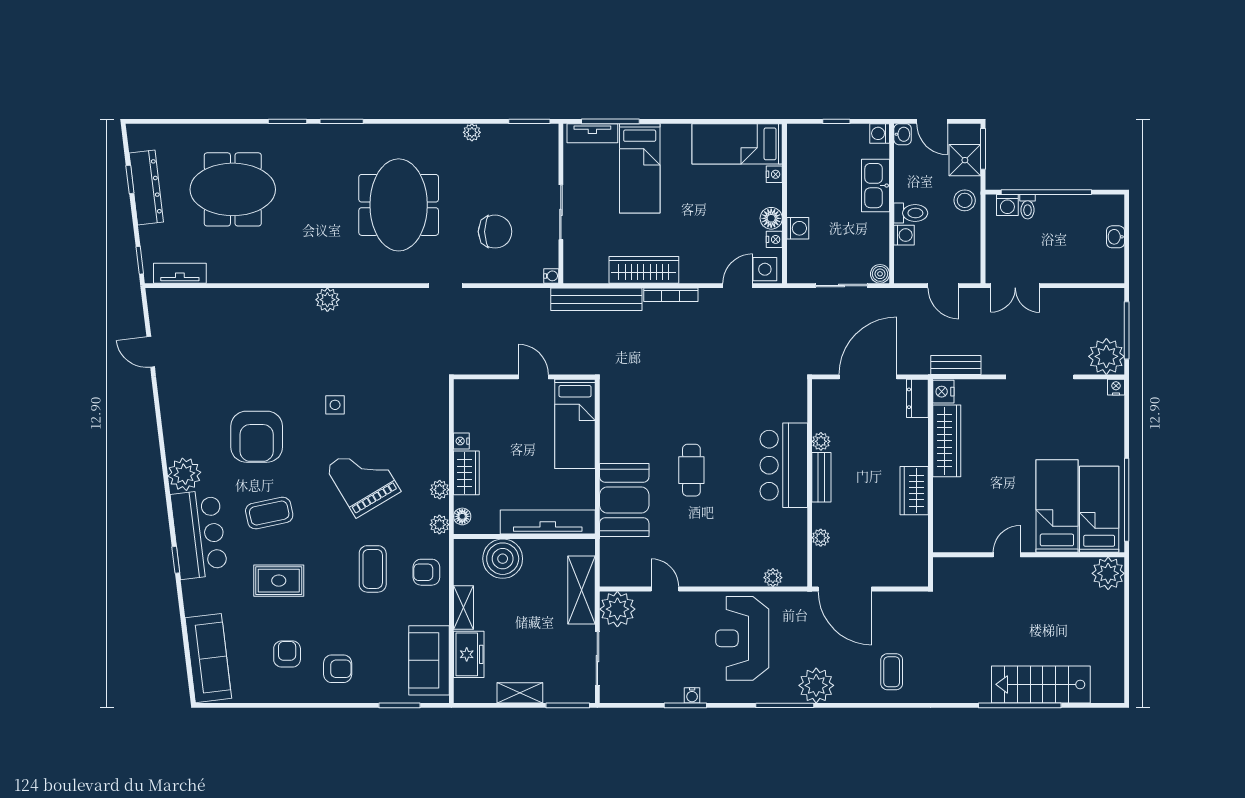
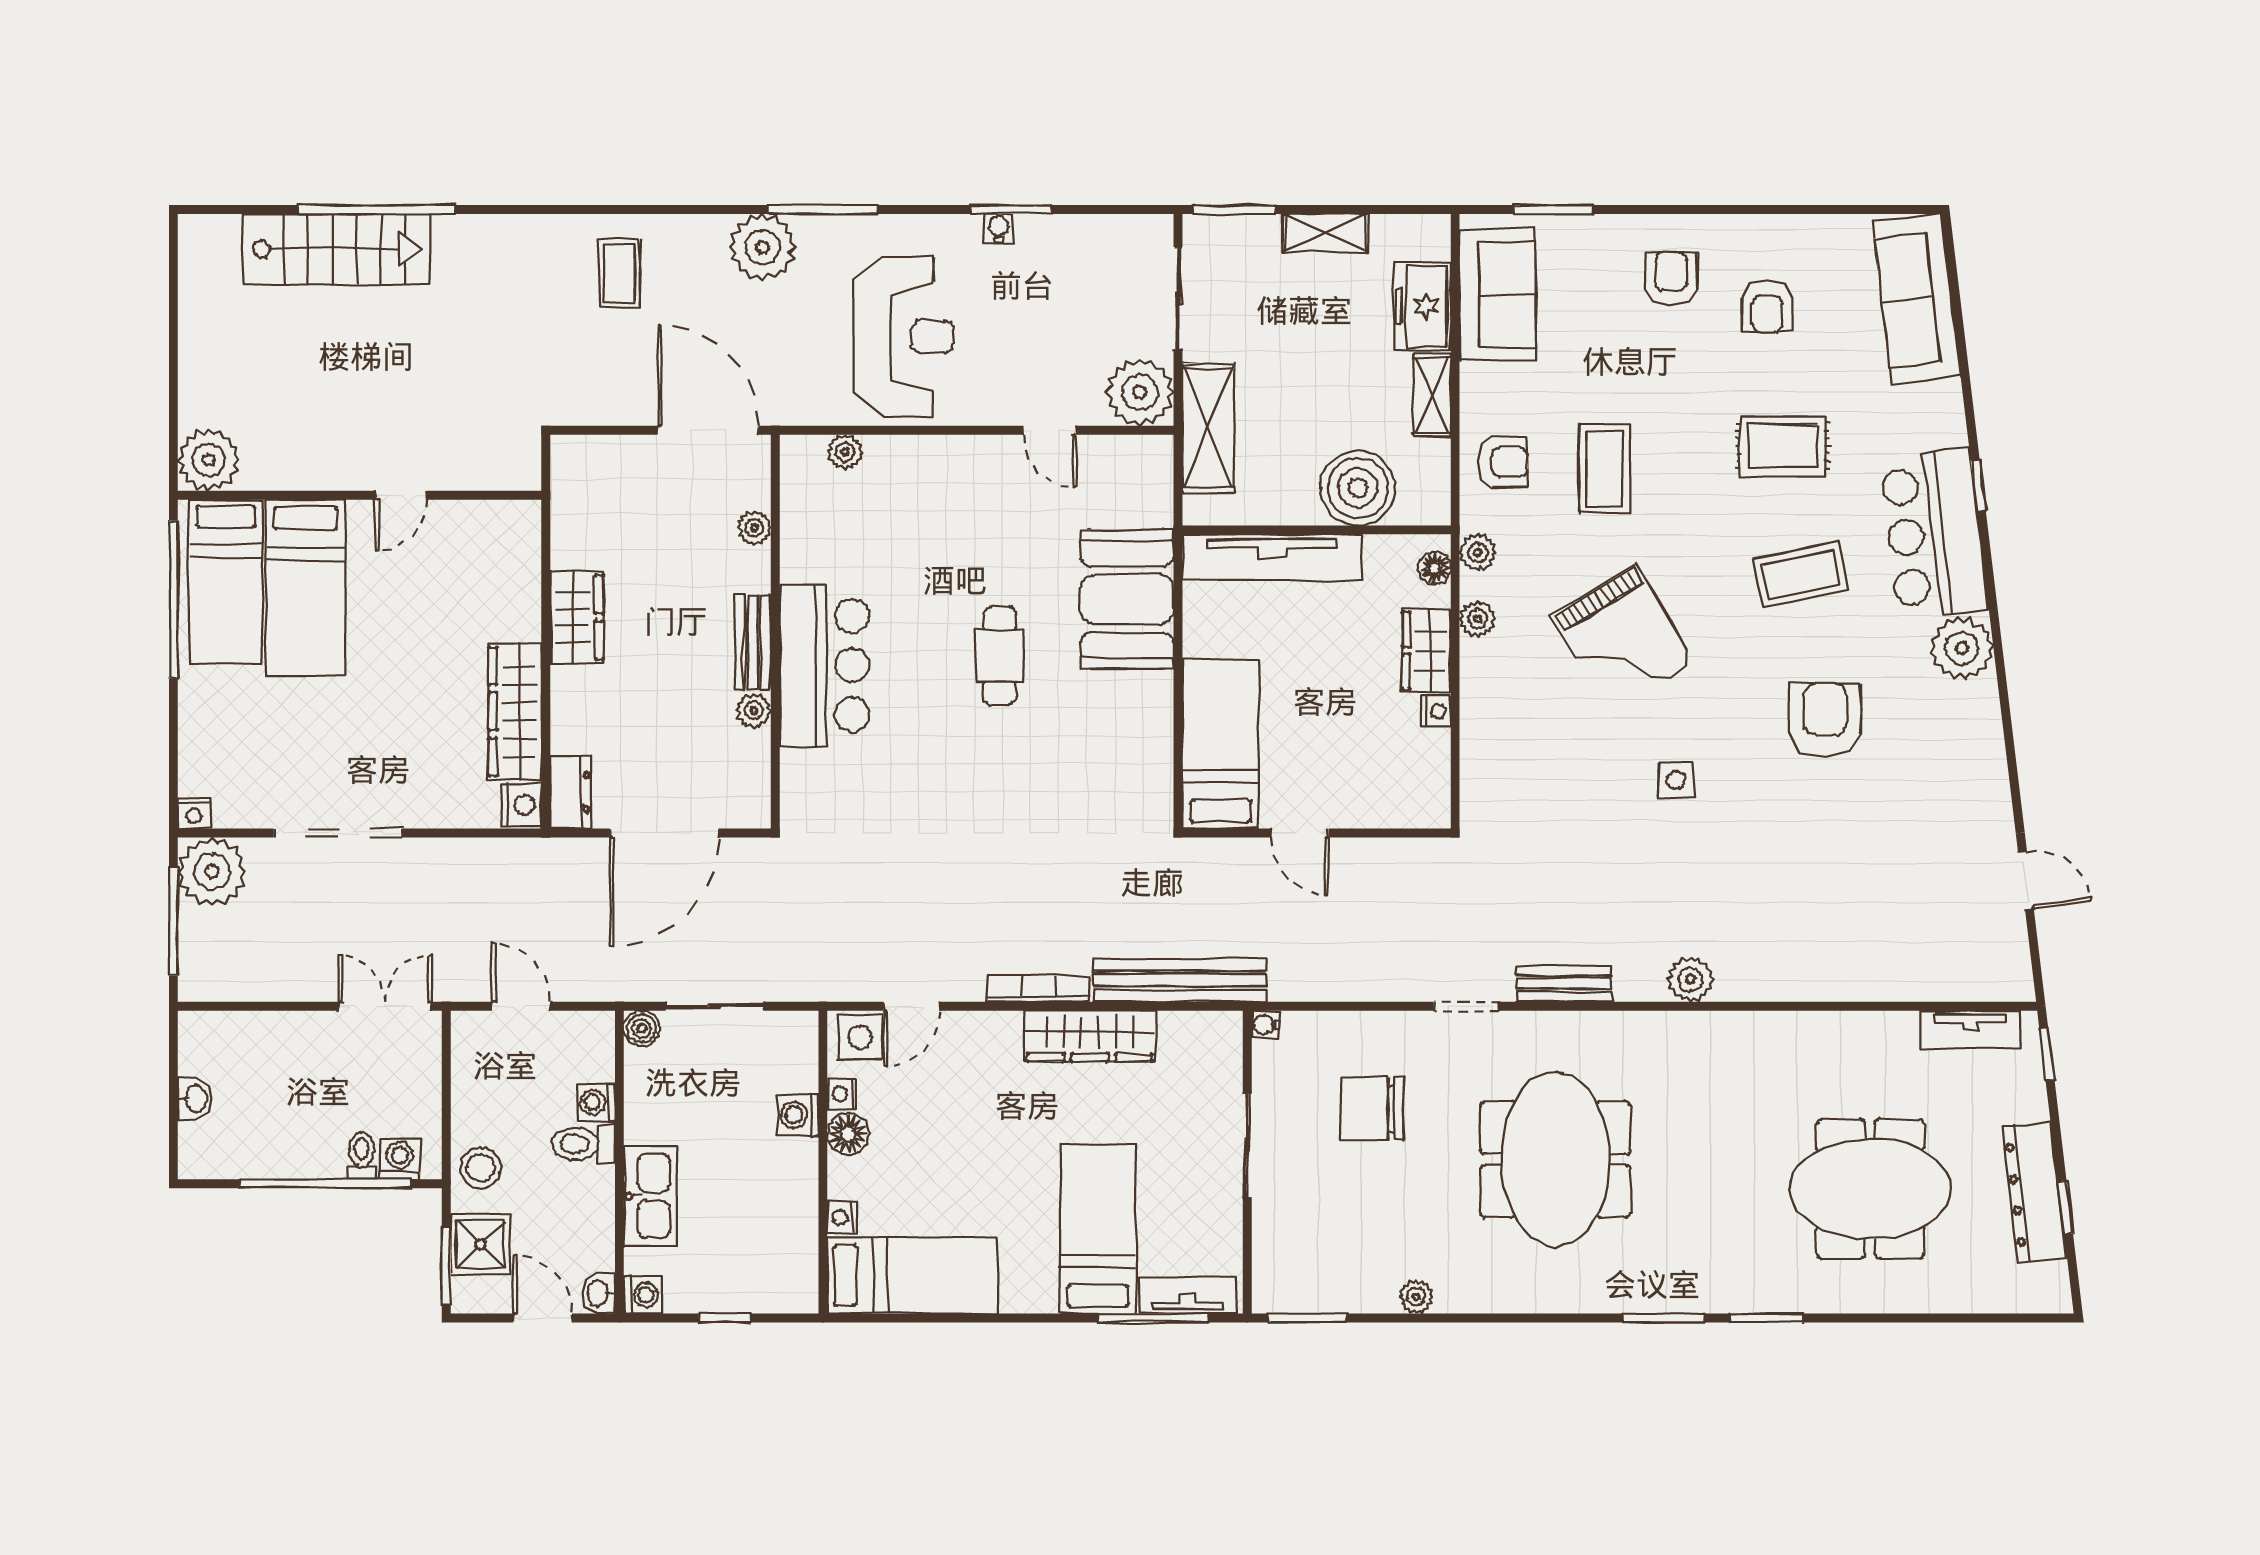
bench: (956, 365) -> (1564, 984), moved
armchair: (257, 437) -> (1825, 719), width x0.73, depth x0.73
armchair: (338, 669) -> (1671, 279), turned 90

